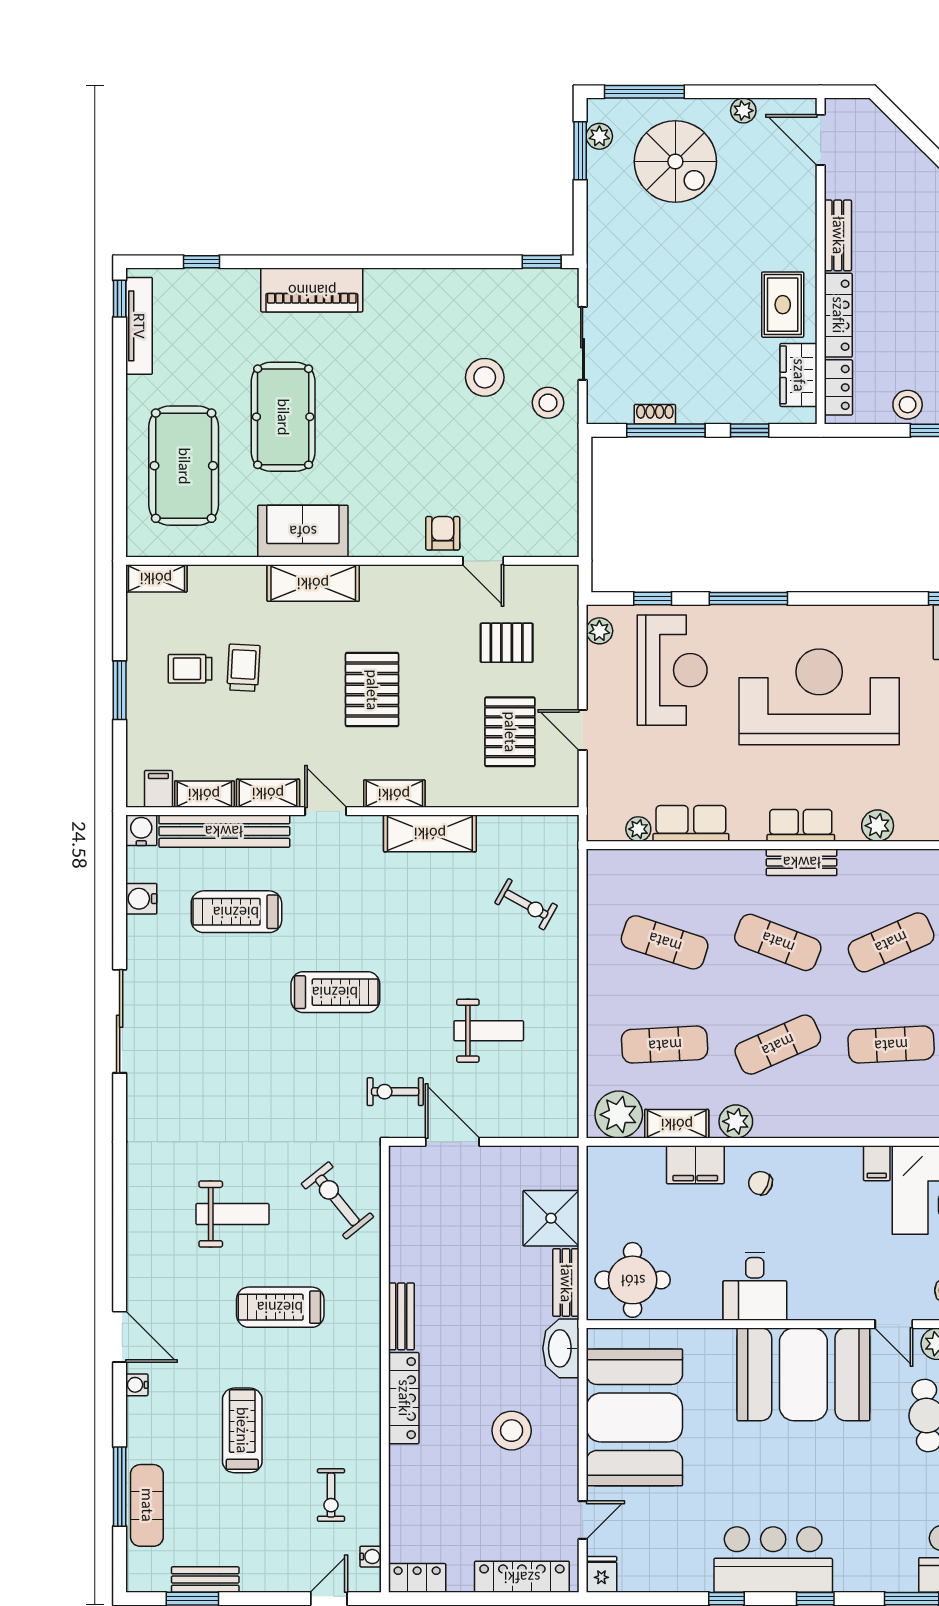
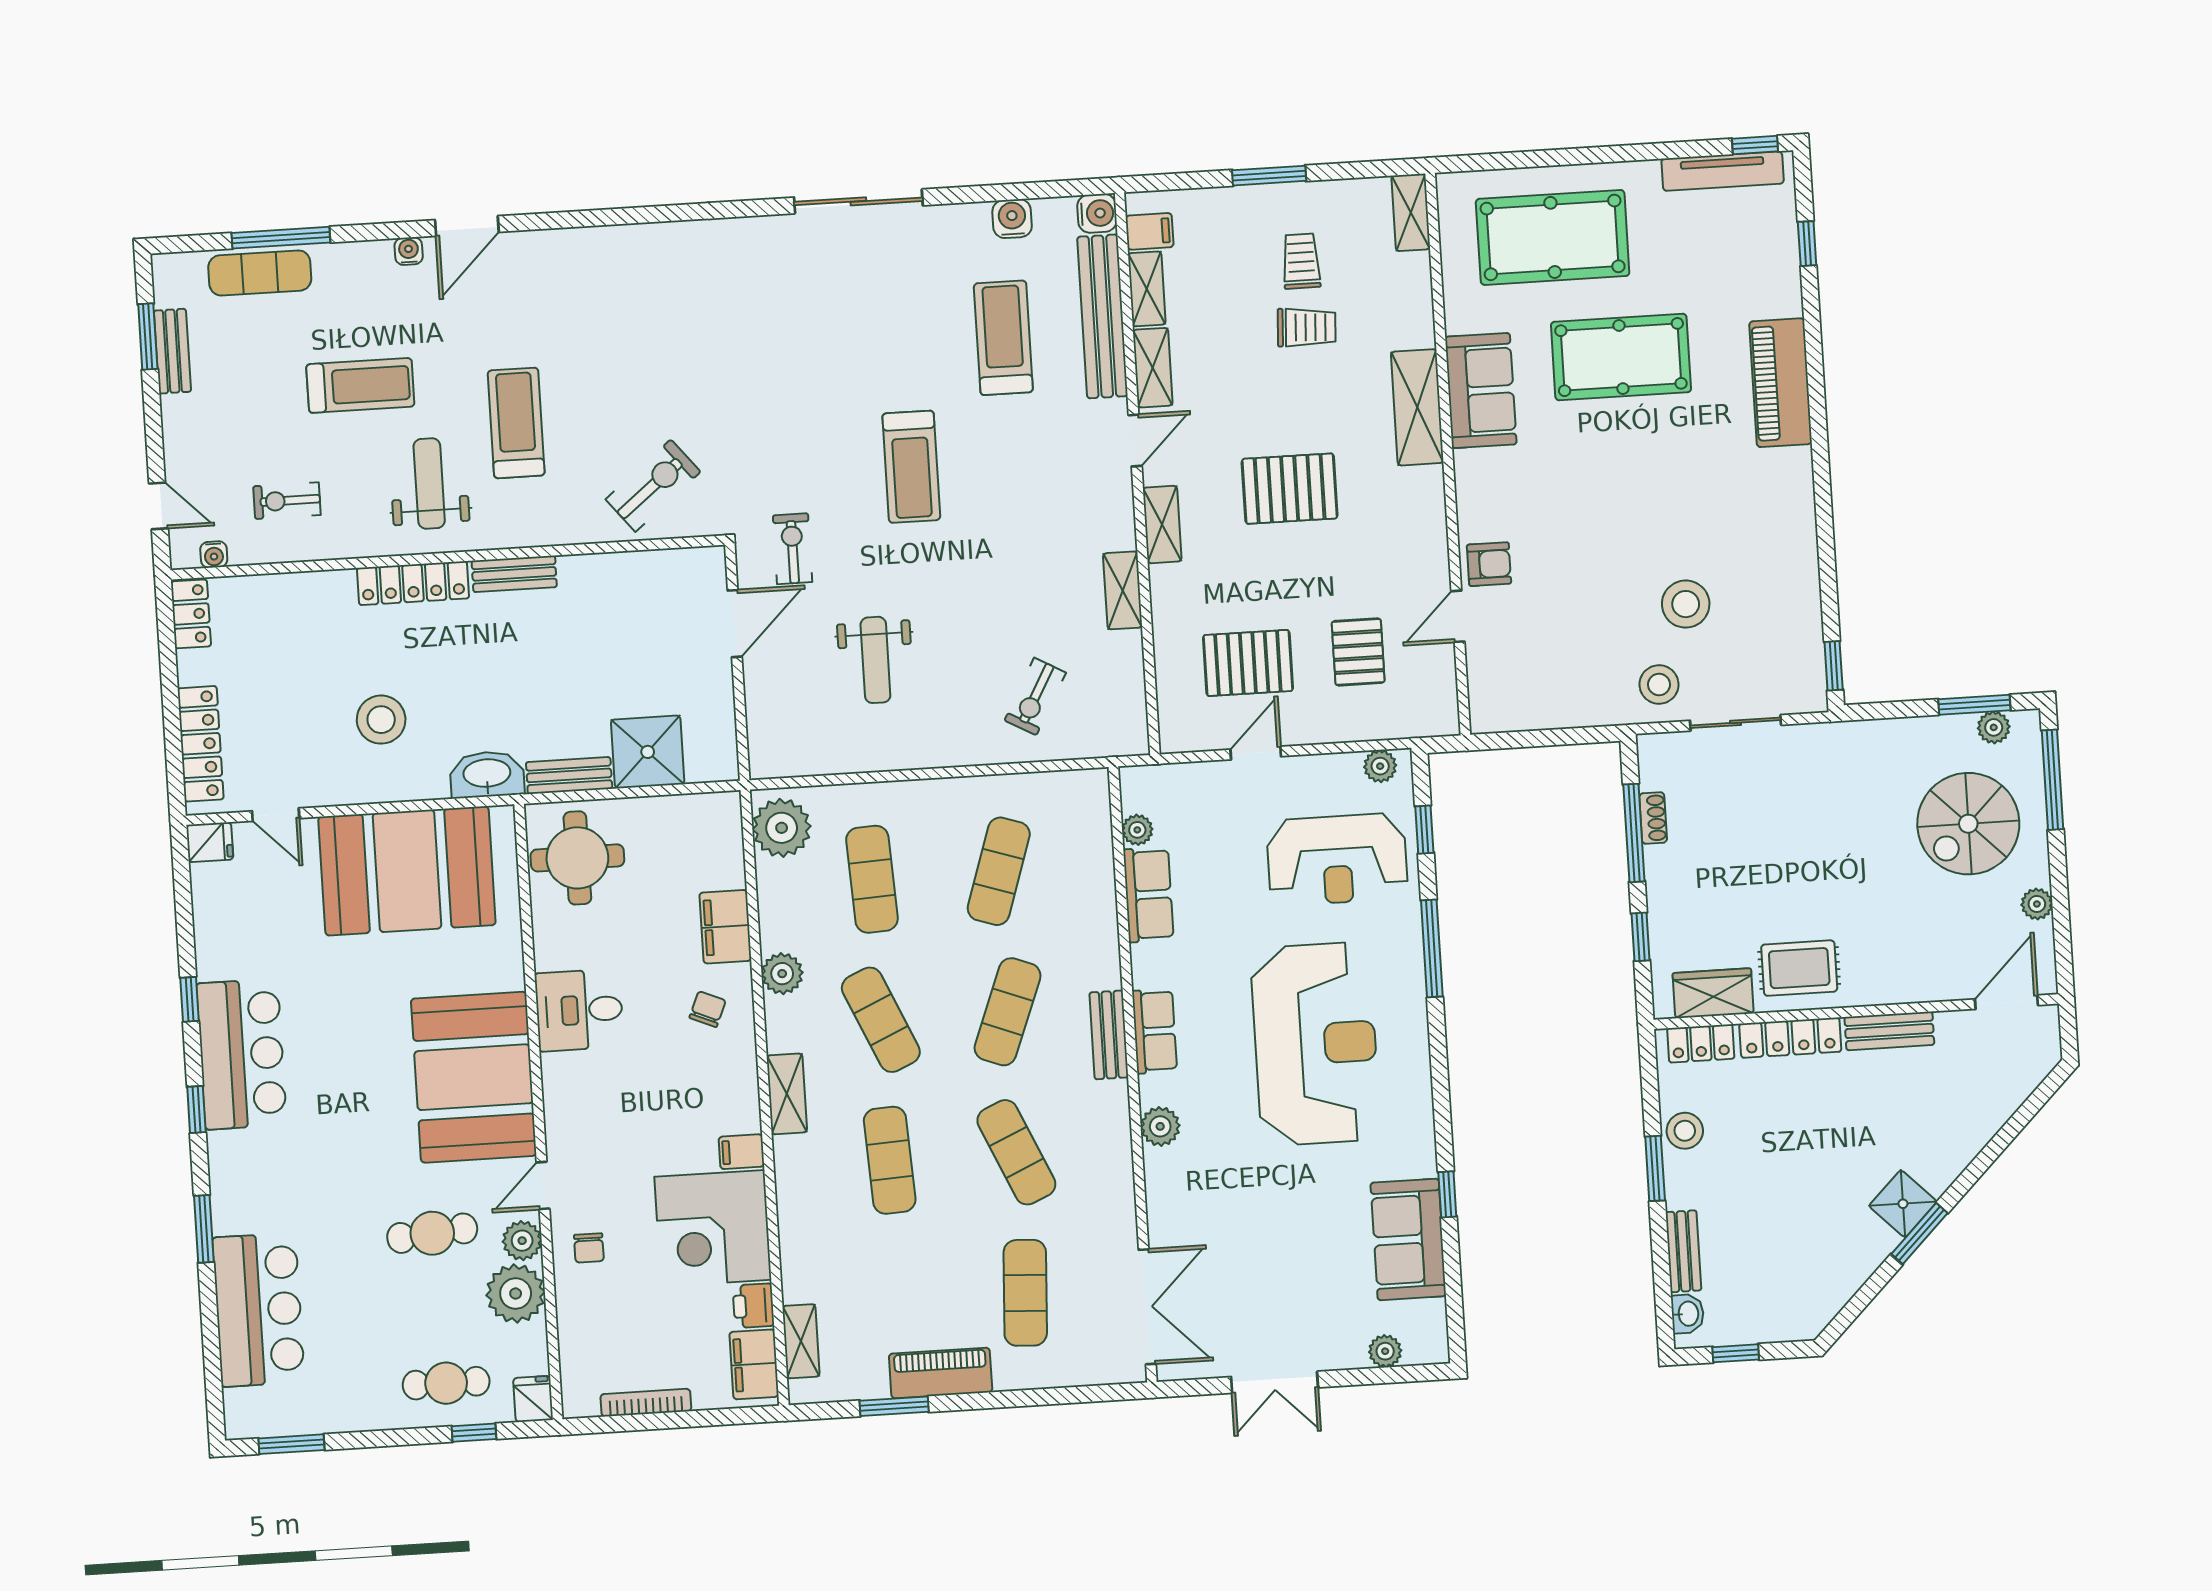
shelving: (430, 833) -> (1123, 590), width x0.67, depth x0.75
shelving: (677, 1124) -> (787, 1094), moved
weight bench: (232, 1214) -> (429, 483), moved, turned 180

